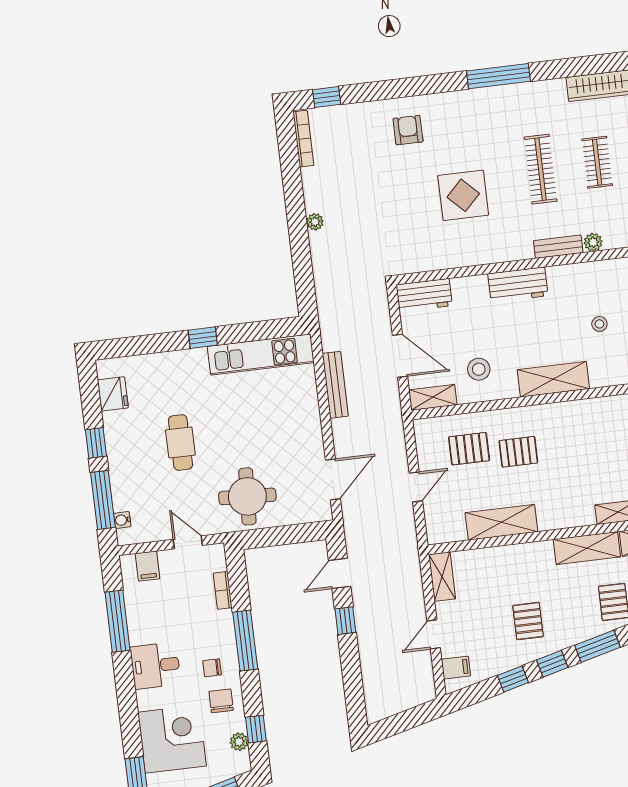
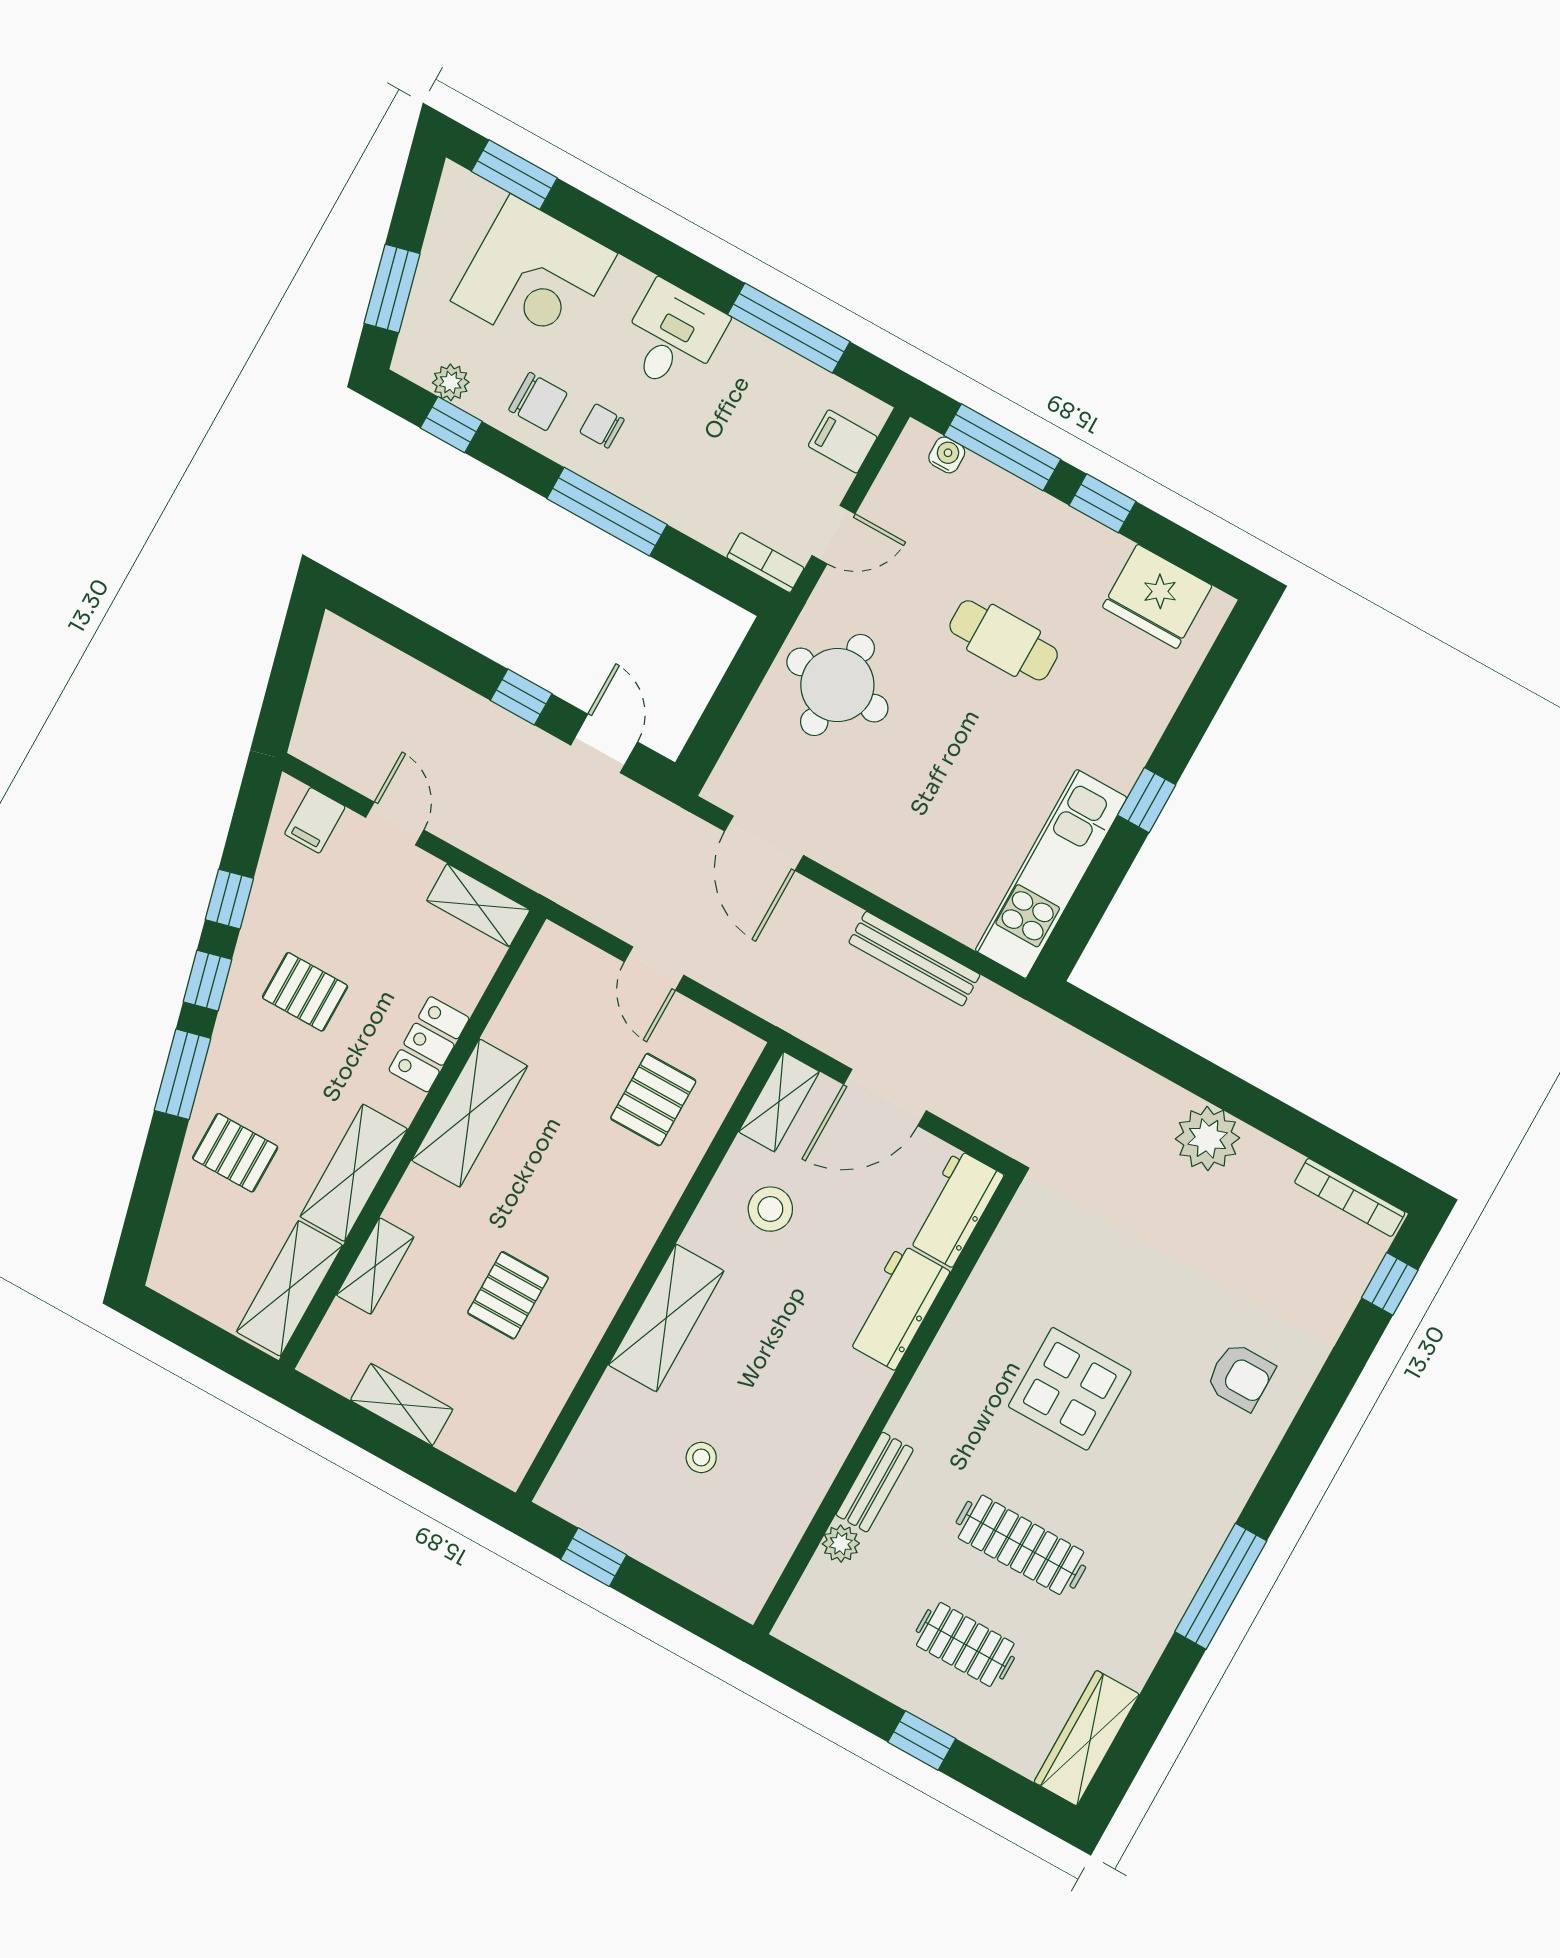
plant: (315, 222) -> (1208, 1138), width x1.88, depth x1.88
workbench: (518, 285) -> (897, 1307), moved
fridge: (113, 394) -> (1157, 596), width x1.36, depth x1.34
pallet: (518, 452) -> (508, 1295), moved
shelving: (501, 522) -> (470, 1113), moved
locker: (513, 556) -> (429, 1044), added
bookcase: (223, 590) -> (765, 563), moved
chair: (212, 668) -> (602, 426), turned -90

